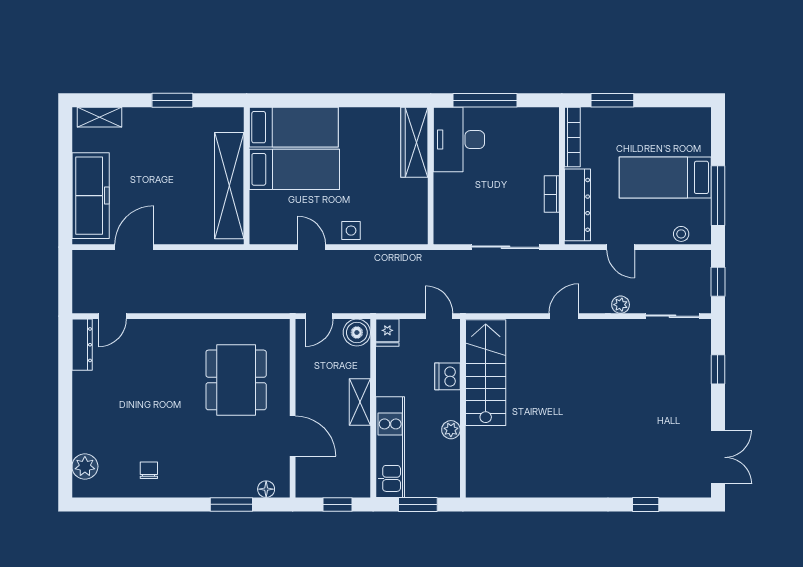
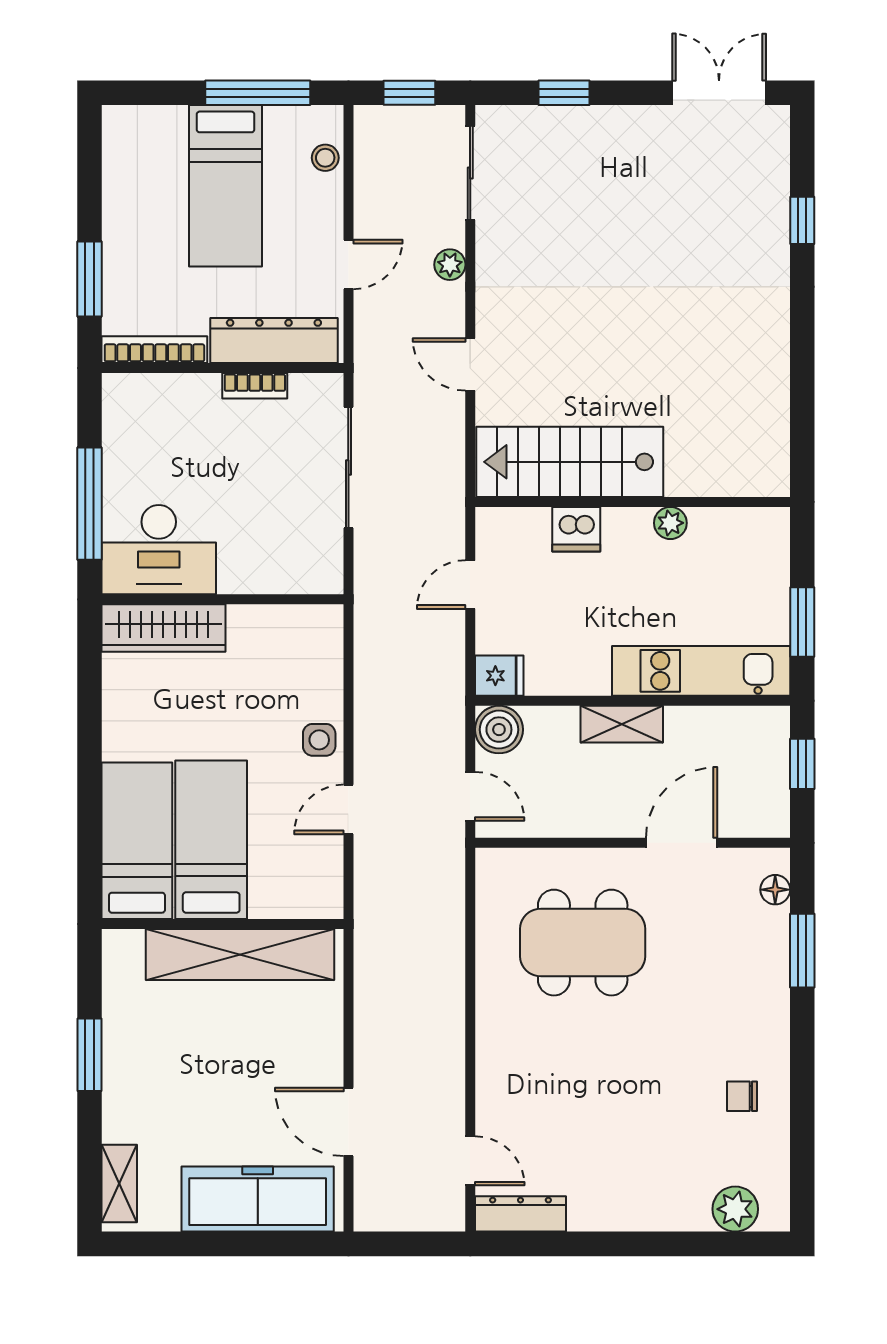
stairs: (486, 373) -> (570, 462), moved
dishwasher: (447, 376) -> (576, 529), moved
wall: (463, 408) -> (633, 502), moved
plant: (451, 430) -> (670, 523), moved

